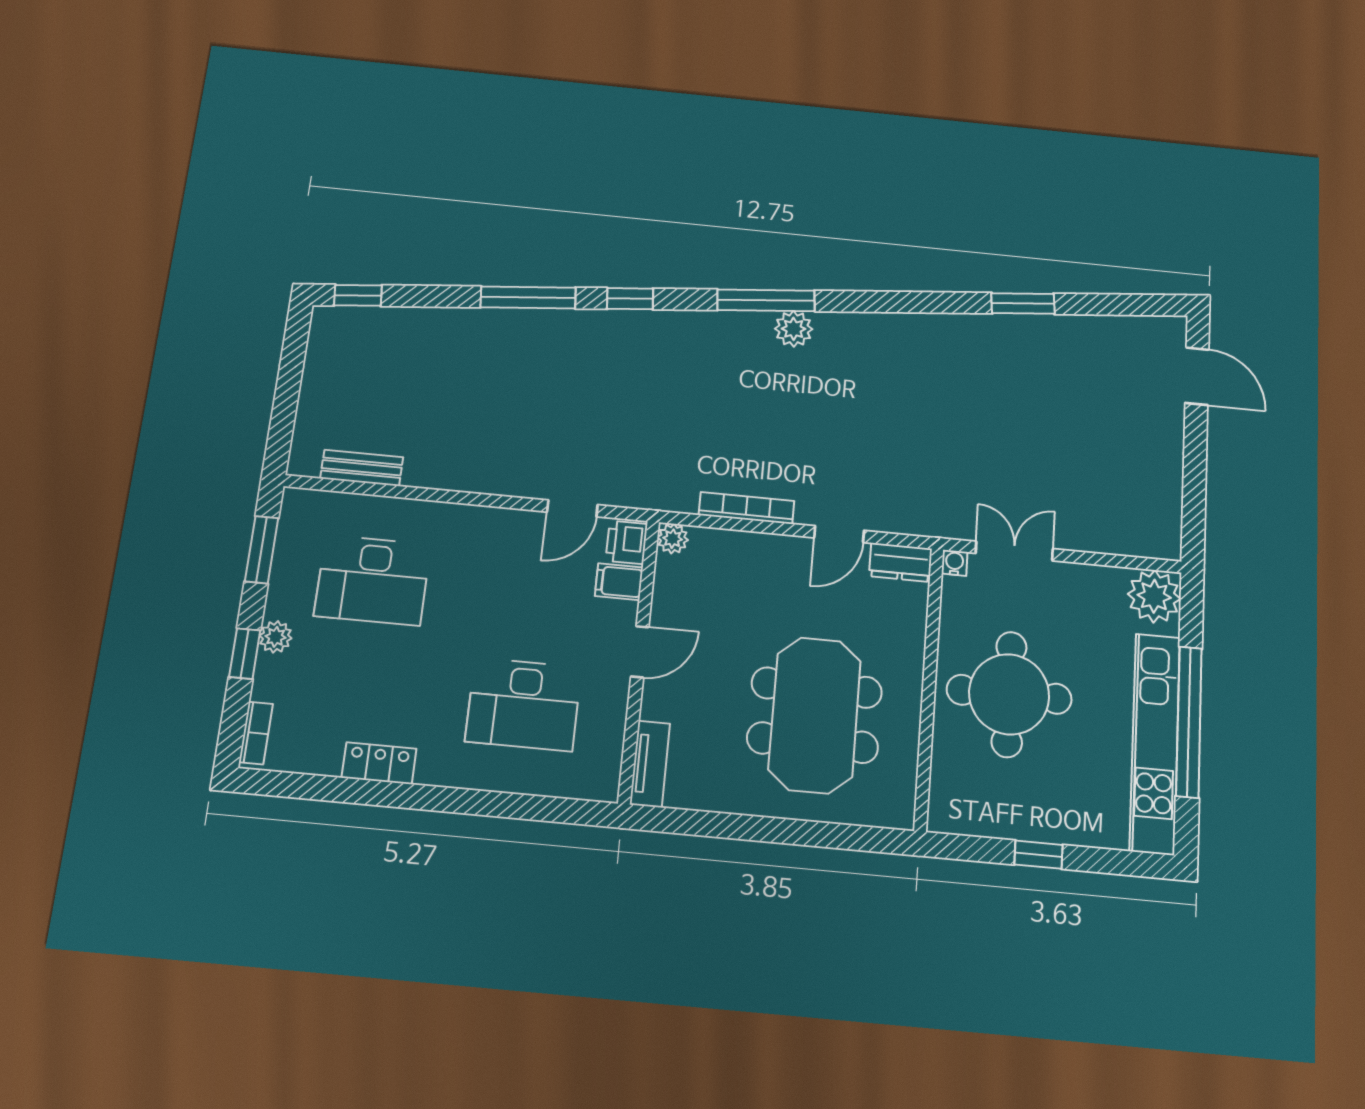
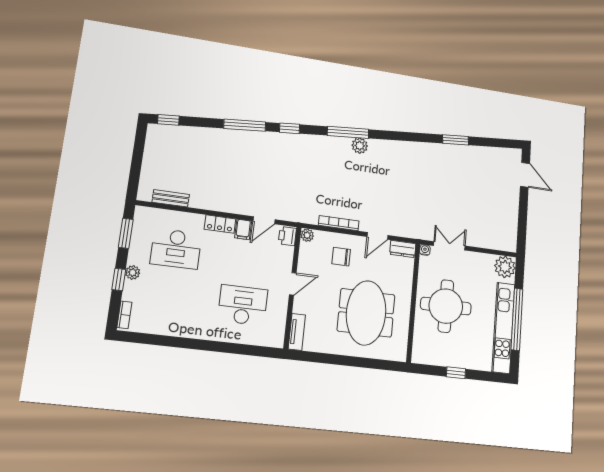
filing cabinet: (619, 582) -> (243, 229), moved, turned -90
chair: (753, 585) -> (341, 257), added
desk: (524, 704) -> (243, 305), turned 180
locker: (379, 763) -> (220, 224), moved, turned 180

